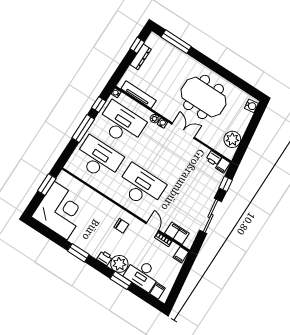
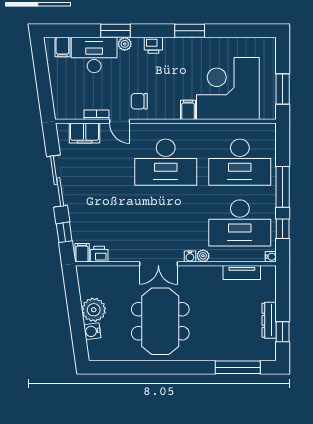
tv unit: (139, 95) -> (242, 272), width x0.71
meeting table: (204, 97) -> (160, 321), turned 90
water cooler: (251, 106) -> (92, 331), moved
plant: (232, 139) -> (94, 310), moved
corner desk: (61, 211) -> (228, 89), moved, turned 90
chair: (121, 226) -> (139, 101), moved
filing cabinet: (181, 255) -> (188, 110), moved
plant: (119, 264) -> (125, 44), width x0.53, depth x0.53

